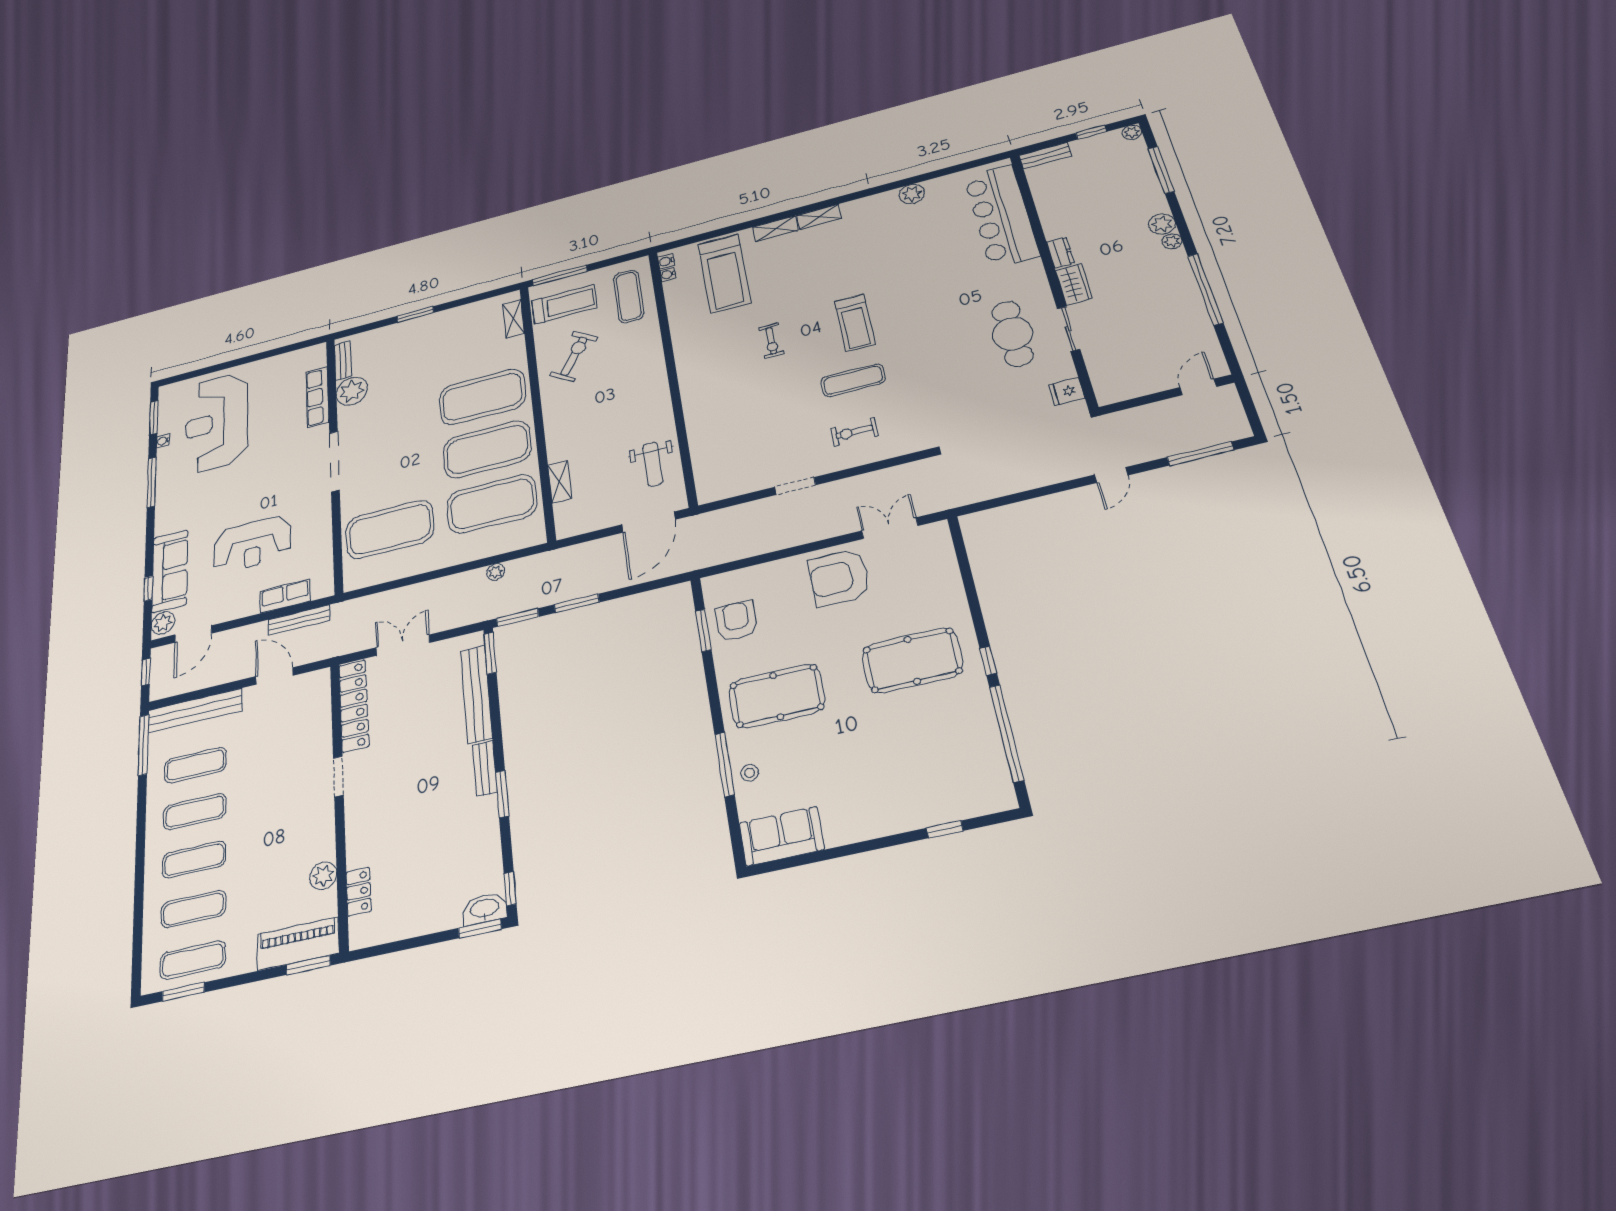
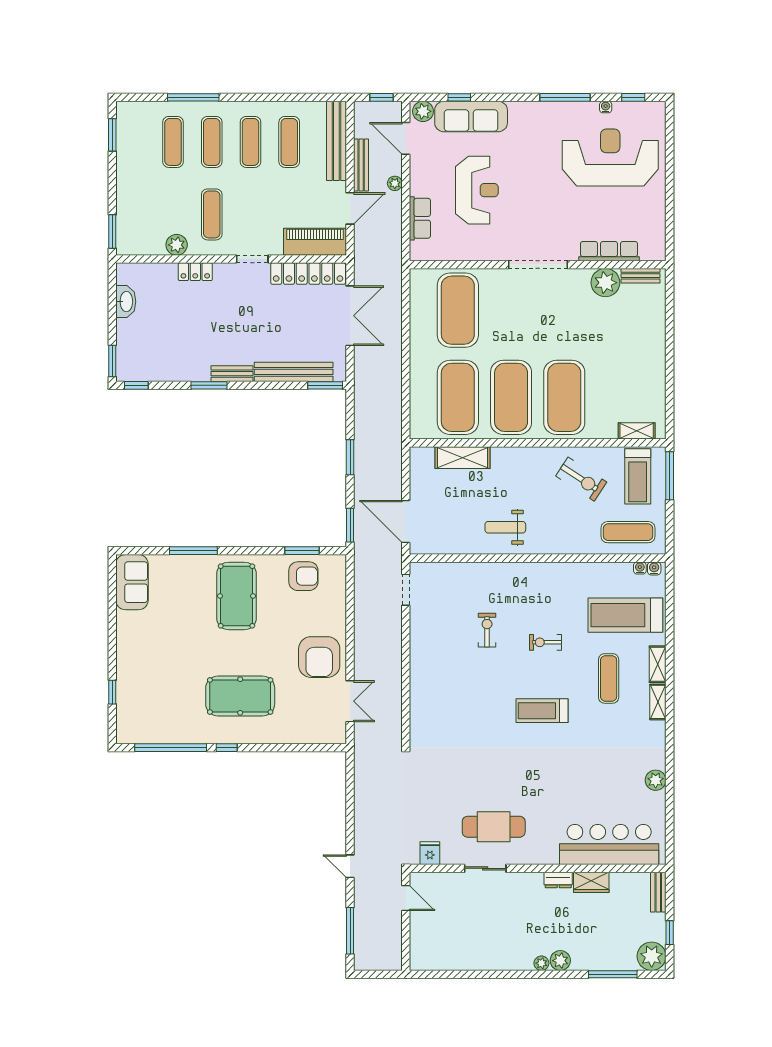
plant: (1132, 132) -> (652, 956), width x1.88, depth x1.88
wardrobe: (1074, 284) -> (591, 882), moved
window: (1205, 289) -> (490, 974), removed
window: (415, 314) -> (670, 344), removed
exercise mat: (853, 380) -> (609, 678), moved
door: (1198, 387) -> (406, 898), moved
window: (154, 418) -> (633, 97), width x0.67
exercise bike: (854, 432) -> (487, 630), moved
weight bench: (653, 464) -> (505, 527), moved
shelving: (560, 482) -> (463, 458), width x1.50, depth x1.33
doorway: (795, 486) -> (406, 590), moved
reception desk: (252, 544) -> (477, 190), turned 180
plant: (496, 572) -> (395, 183), moved
armchair: (839, 578) -> (319, 657), turned 180
window: (518, 618) -> (350, 525), moved
bench: (299, 620) -> (361, 165), moved
double door: (403, 645) -> (350, 316), width x1.37
pool table: (912, 660) -> (240, 696), turned 90
window: (144, 745) -> (193, 97), moved
stool: (750, 773) -> (183, 567), removed
locker: (359, 892) -> (195, 272), moved
washbasin: (485, 909) -> (126, 302), moved
piano: (298, 944) -> (315, 242), moved, turned -90
exercise mat: (193, 960) -> (212, 214), moved

